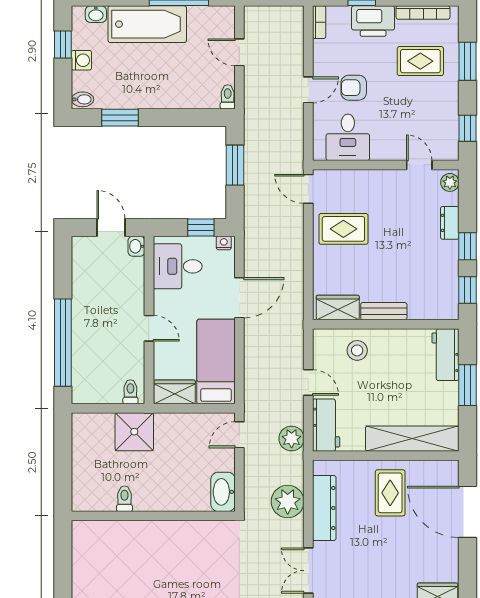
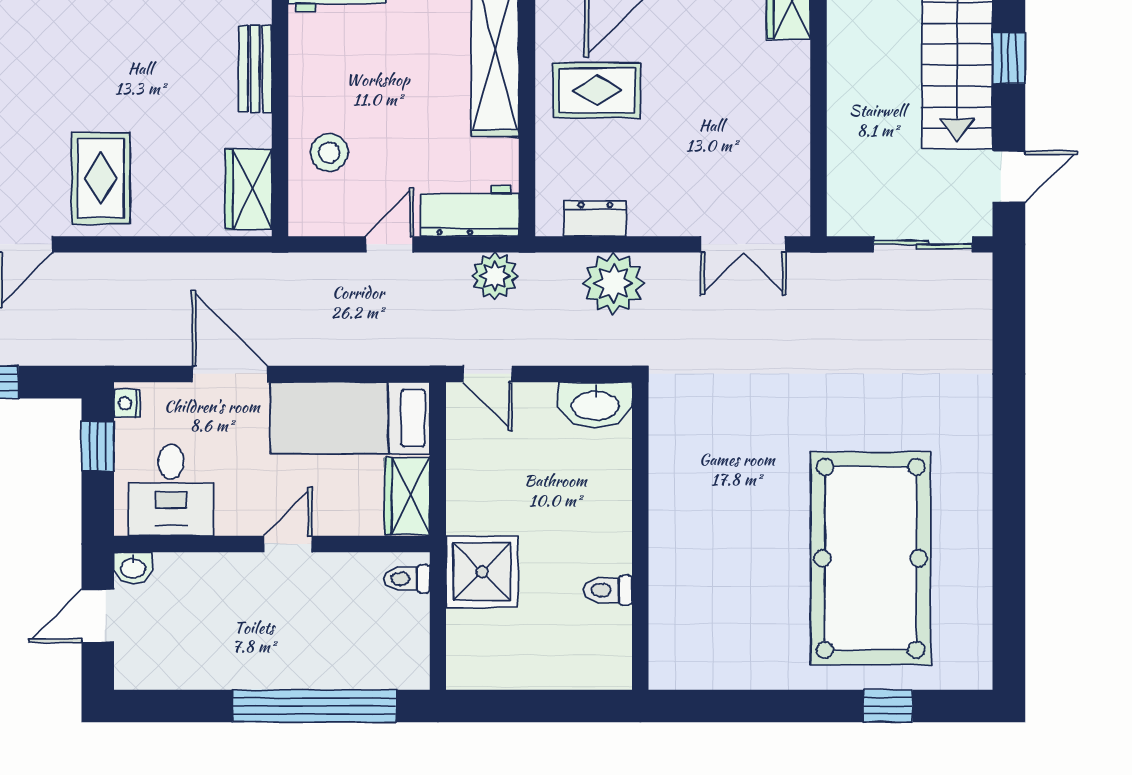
bench: (384, 311) -> (255, 69), moved
dresser: (324, 508) -> (595, 219), width x0.51, depth x0.80

